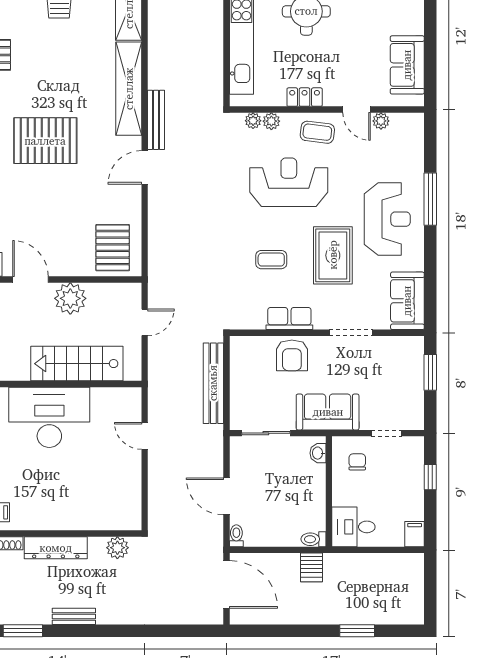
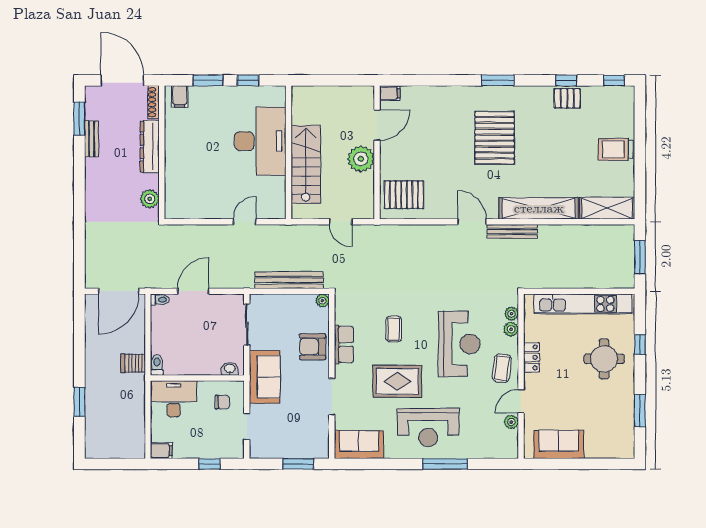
plant: (238, 344) -> (322, 301), added
desk: (353, 527) -> (174, 399), width x1.37
bench: (74, 616) -> (91, 139), moved

